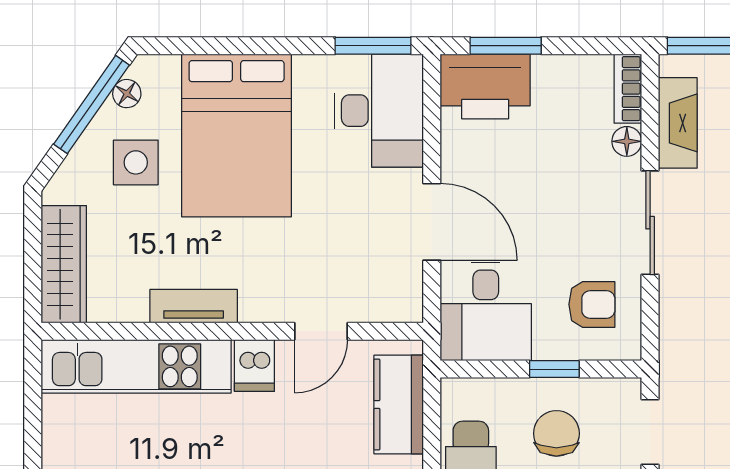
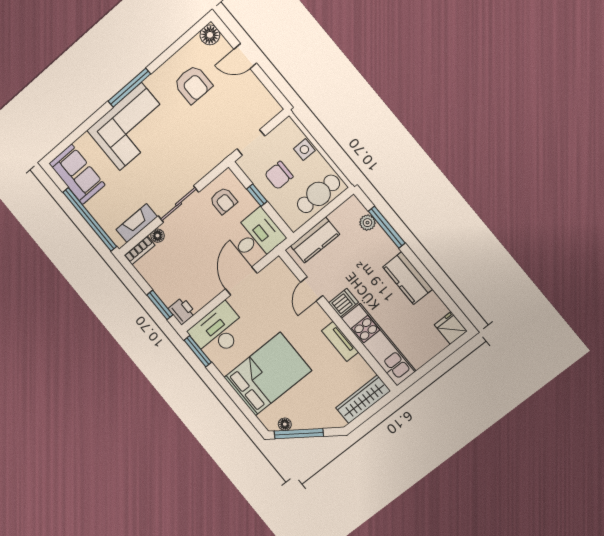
printer: (485, 86) -> (182, 311), width x0.53, depth x0.68
side table: (136, 162) -> (306, 402), removed
armchair: (592, 304) -> (223, 201), turned 180
door: (321, 331) -> (312, 289), swing flipped

